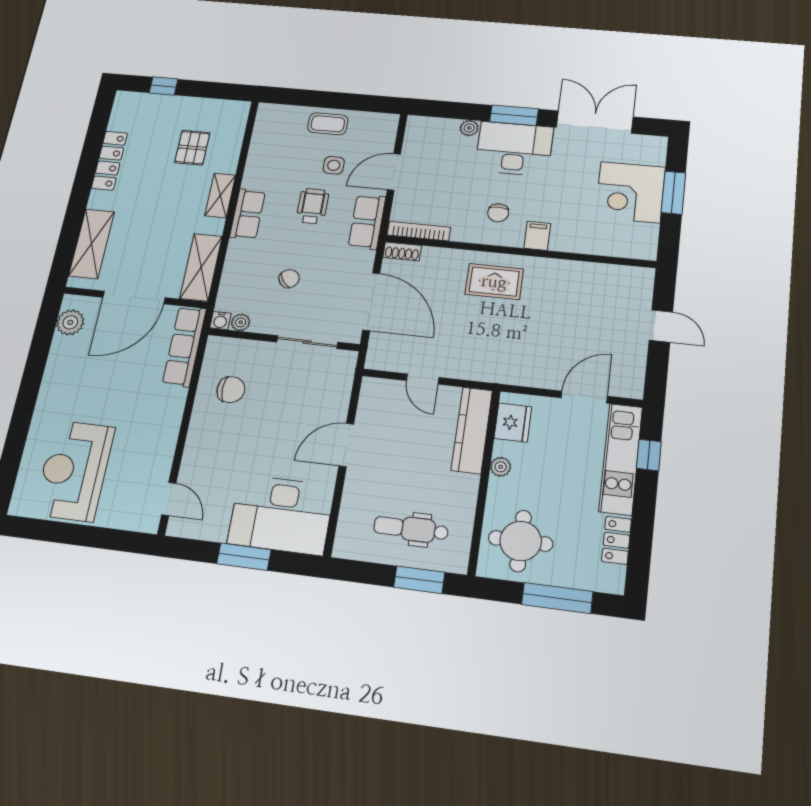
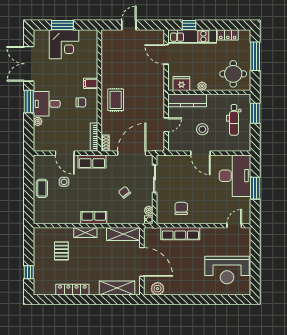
pallet: (192, 148) -> (61, 251), turned 90
desk: (514, 149) -> (47, 104), width x0.73
wheelchair: (313, 206) -> (86, 188), removed
row of seats: (184, 346) -> (180, 234), moved
stool: (400, 456) -> (202, 129), added

